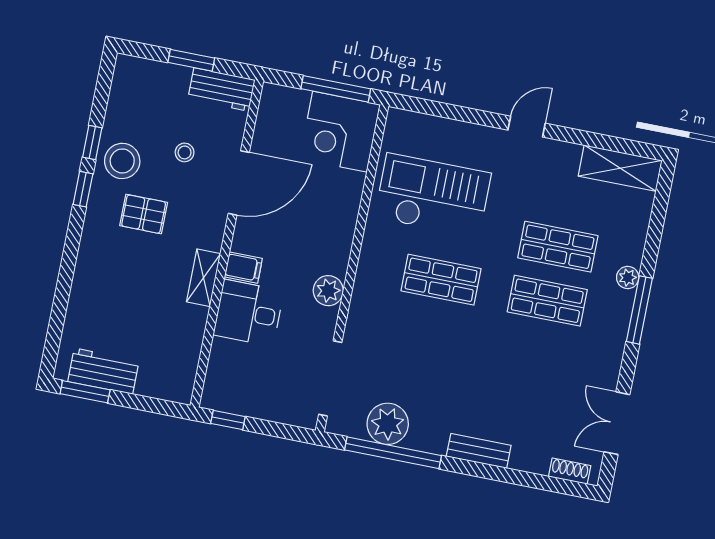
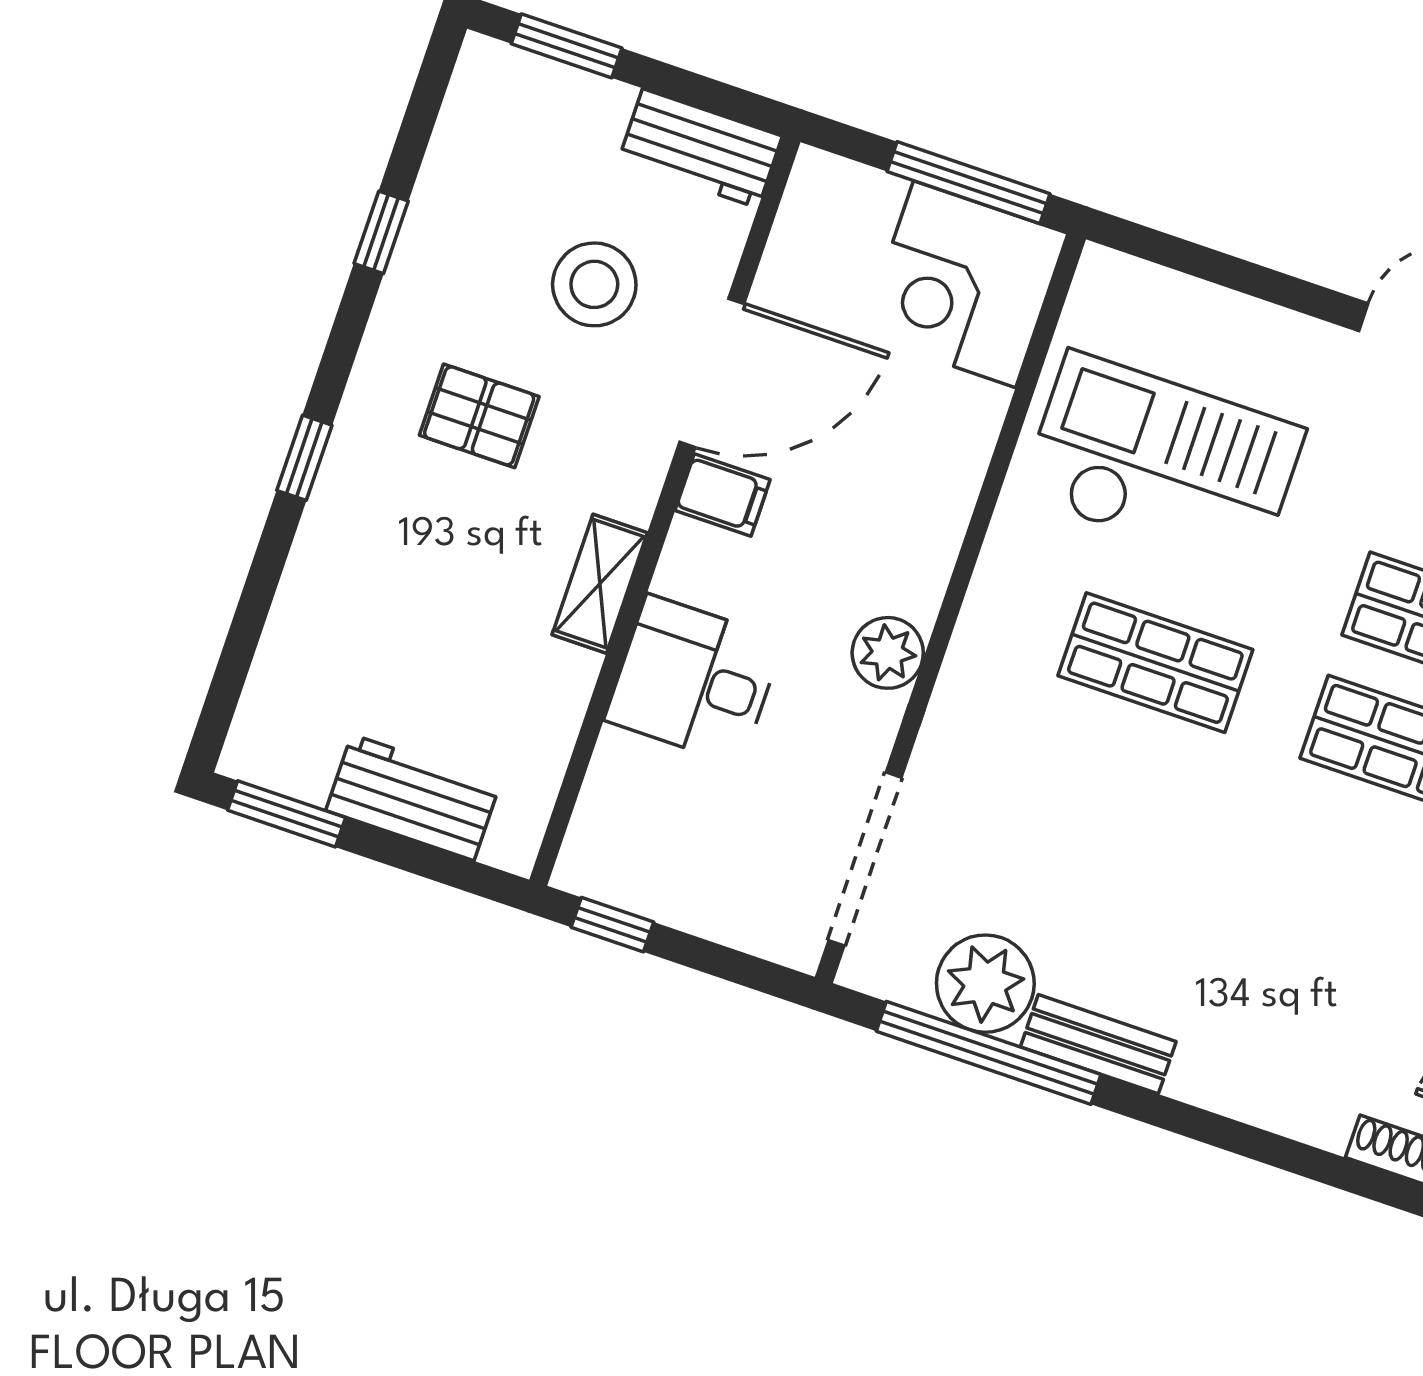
window: (191, 60) -> (567, 46), moved
stool: (185, 152) -> (594, 284), width x1.89, depth x1.89
stool: (122, 161) -> (446, 285), removed
window: (83, 189) -> (304, 458), moved
filing cabinet: (243, 268) -> (723, 495), moved
workbench: (103, 371) -> (413, 797), moved
bench: (479, 451) -> (1098, 1044), moved

